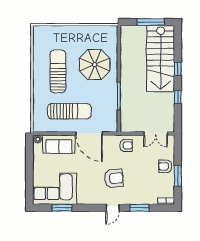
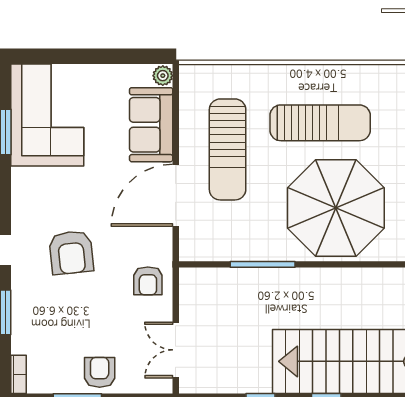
parasol: (95, 65) -> (336, 208), width x1.36, depth x1.36

